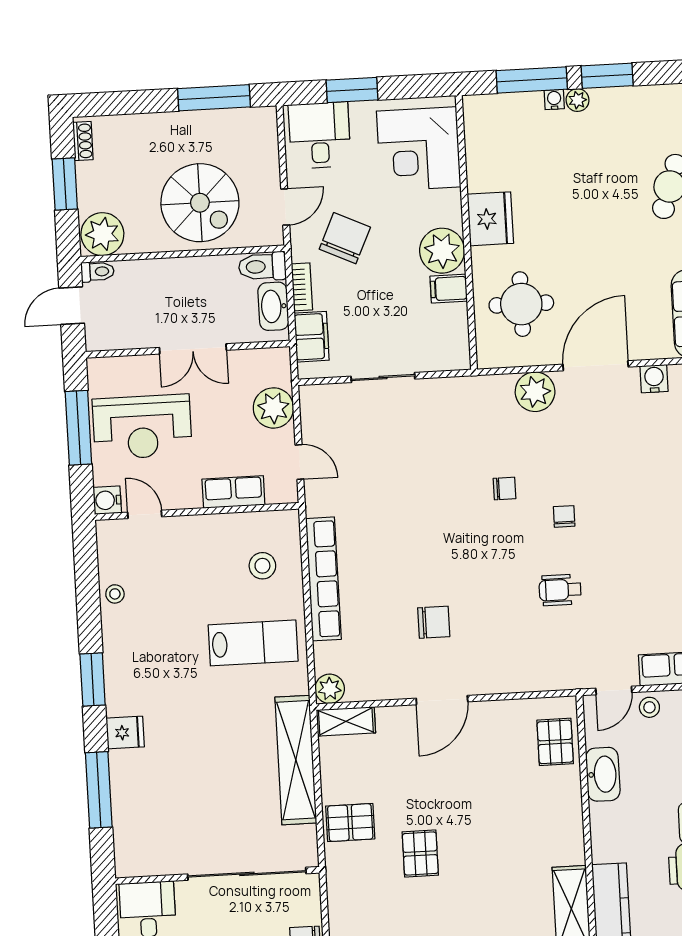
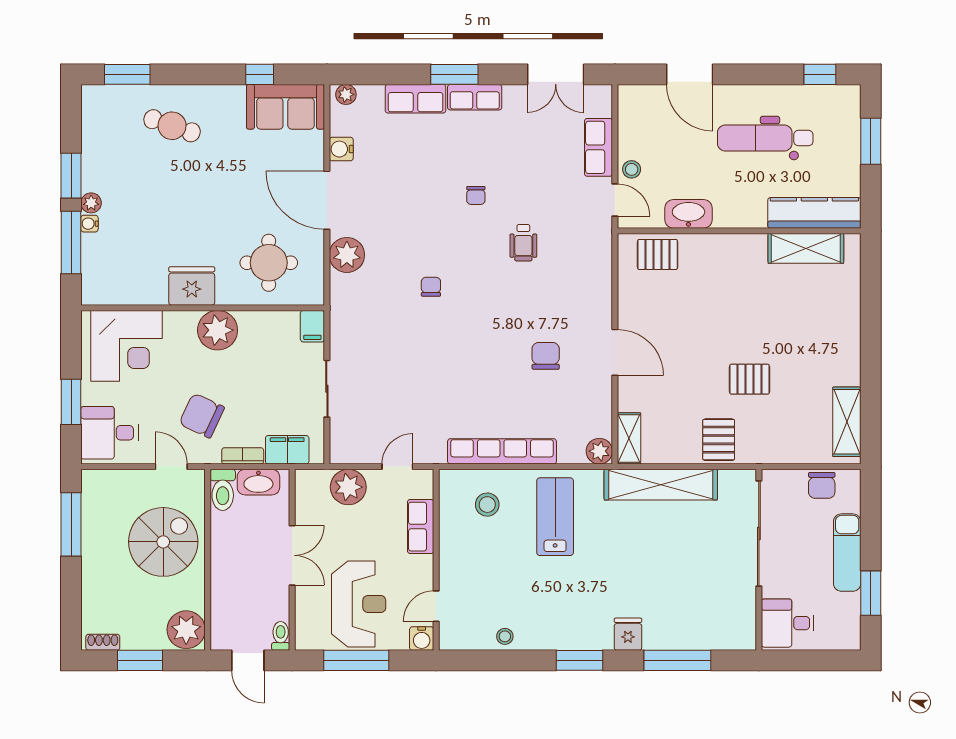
toilet: (97, 272) -> (281, 636), moved
filing cabinet: (449, 289) -> (312, 326), moved
chair: (564, 516) -> (476, 195), moved, turned -90

